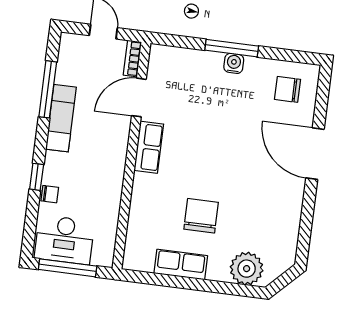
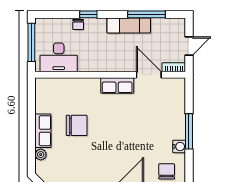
water cooler: (234, 63) -> (179, 146), moved
desk: (64, 240) -> (59, 57), moved, turned -90
row of seats: (181, 265) -> (43, 131), moved
plant: (247, 269) -> (41, 155), width x0.53, depth x0.53

